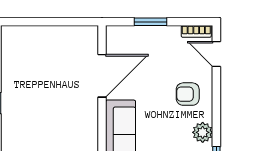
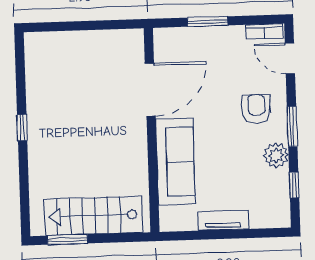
armchair: (188, 94) -> (256, 109), turned 90
window: (216, 109) -> (292, 126), added

